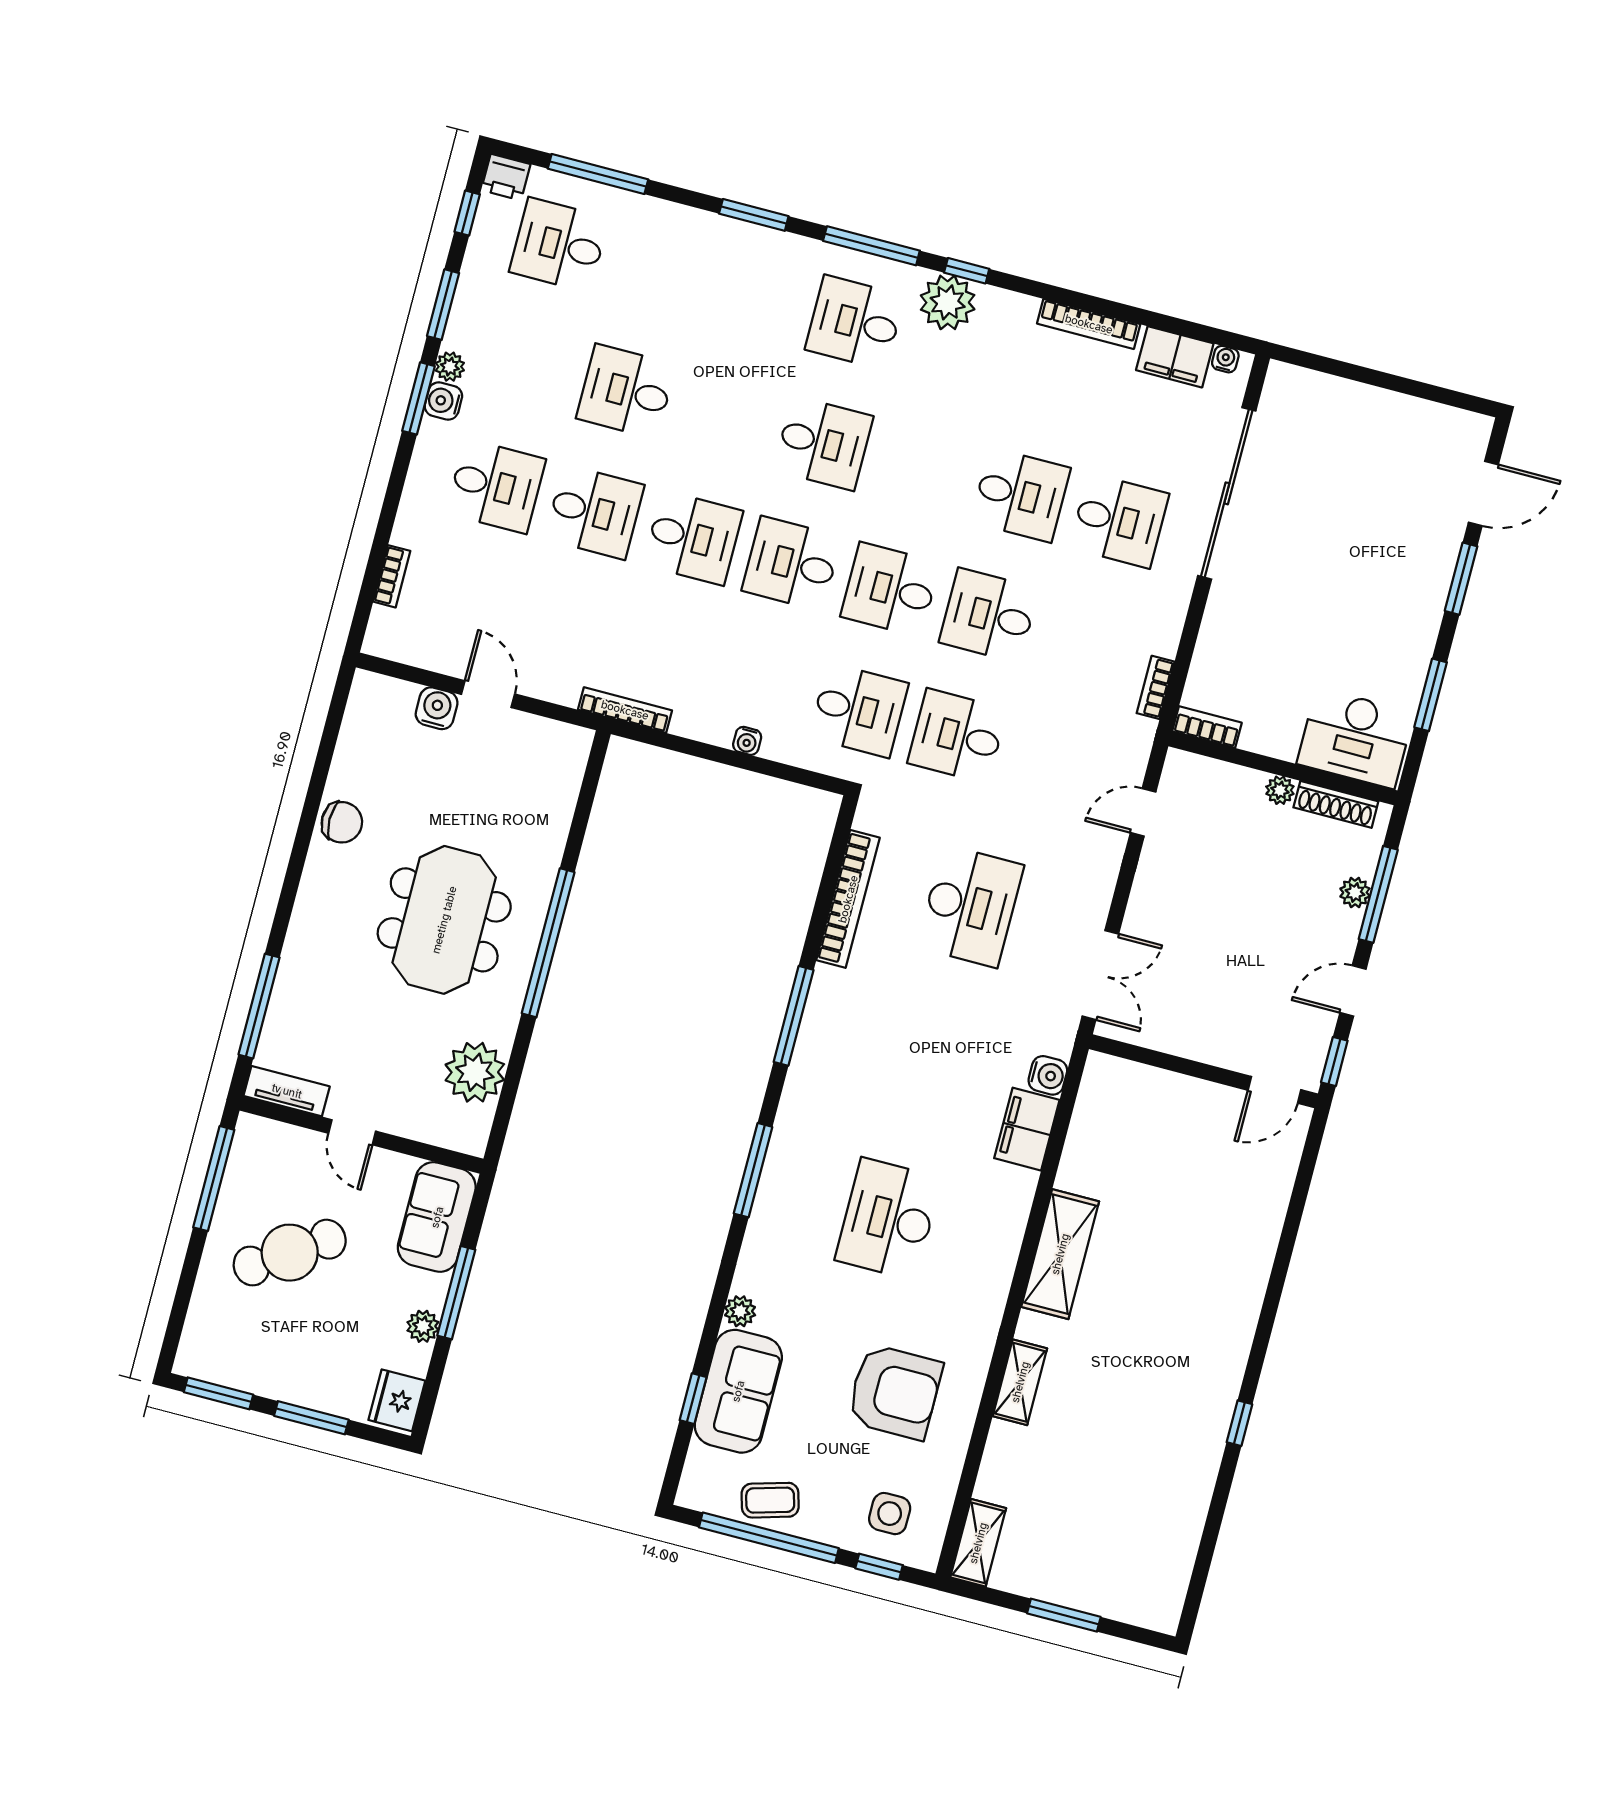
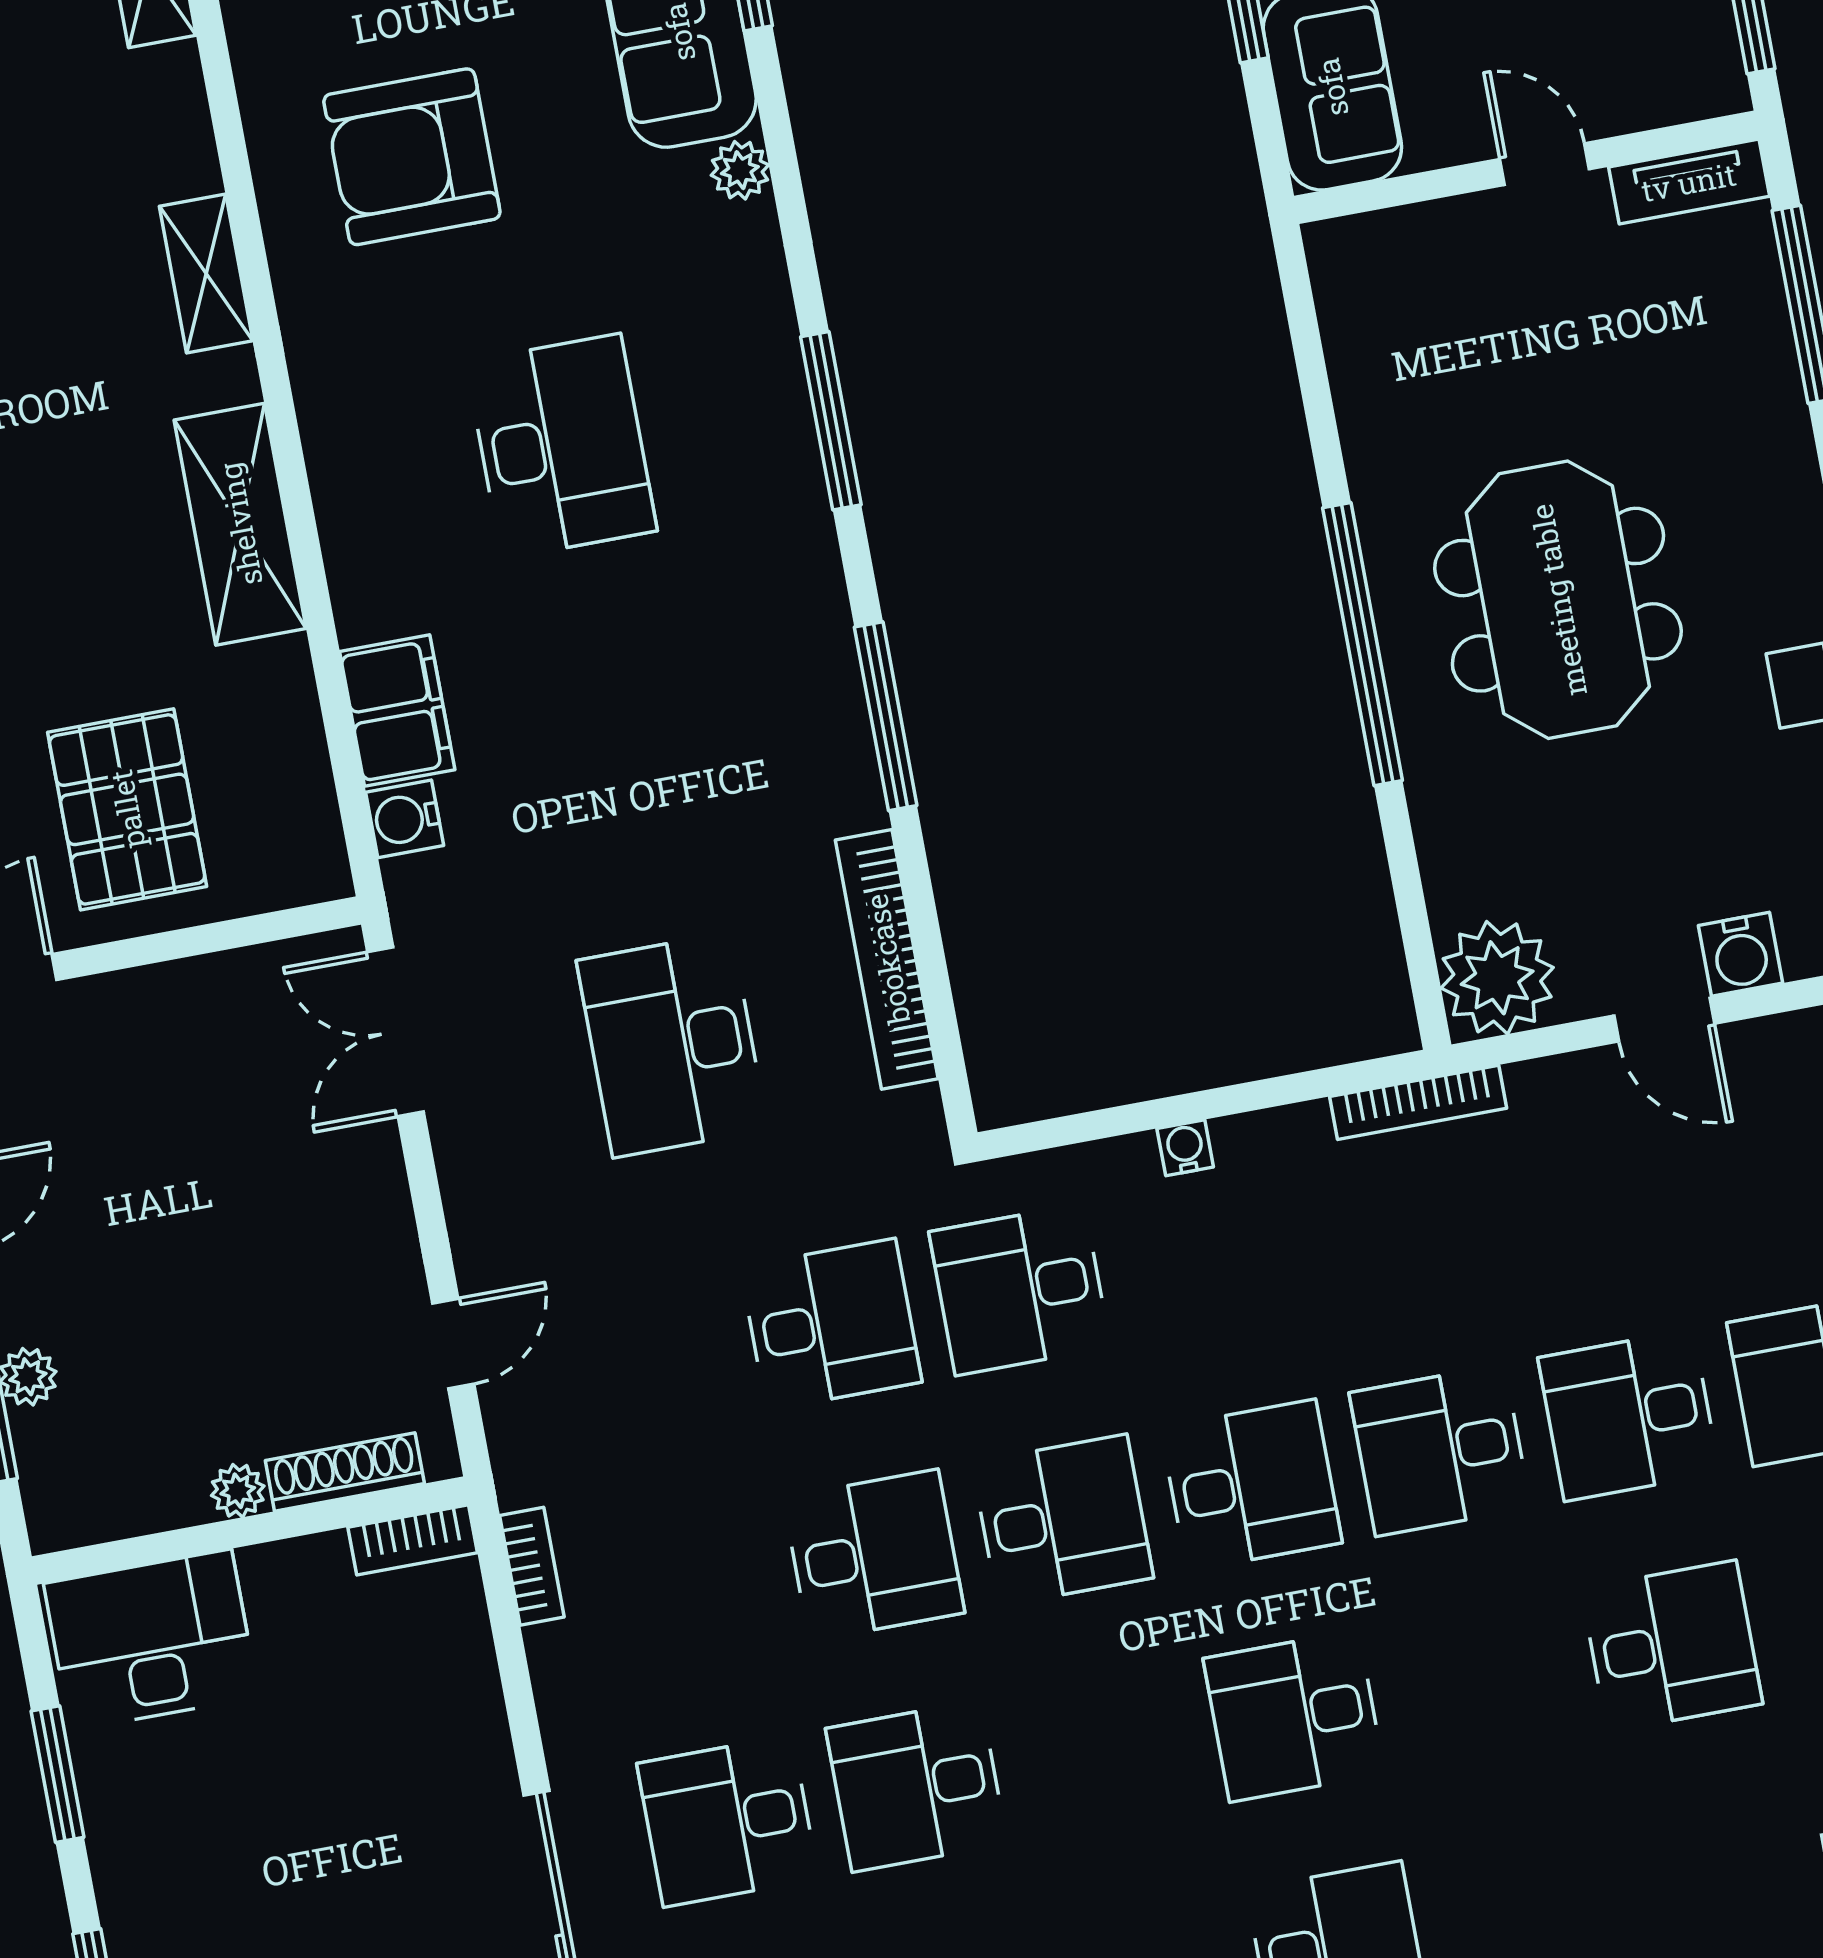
shoe rack: (1336, 804) -> (345, 1472), moved
plant: (475, 1072) -> (1497, 978), moved
pallet: (1179, 1143) -> (127, 809), added

